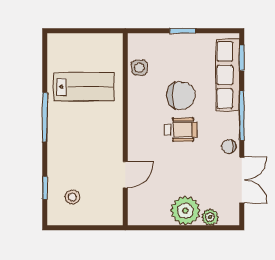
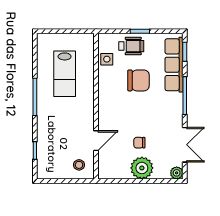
lab bench: (84, 87) -> (65, 74), turned 90
wheelchair: (181, 130) -> (131, 46), moved
chair: (229, 147) -> (139, 143), moved
stool: (72, 197) -> (79, 165), moved
plant: (210, 217) -> (177, 173), moved

